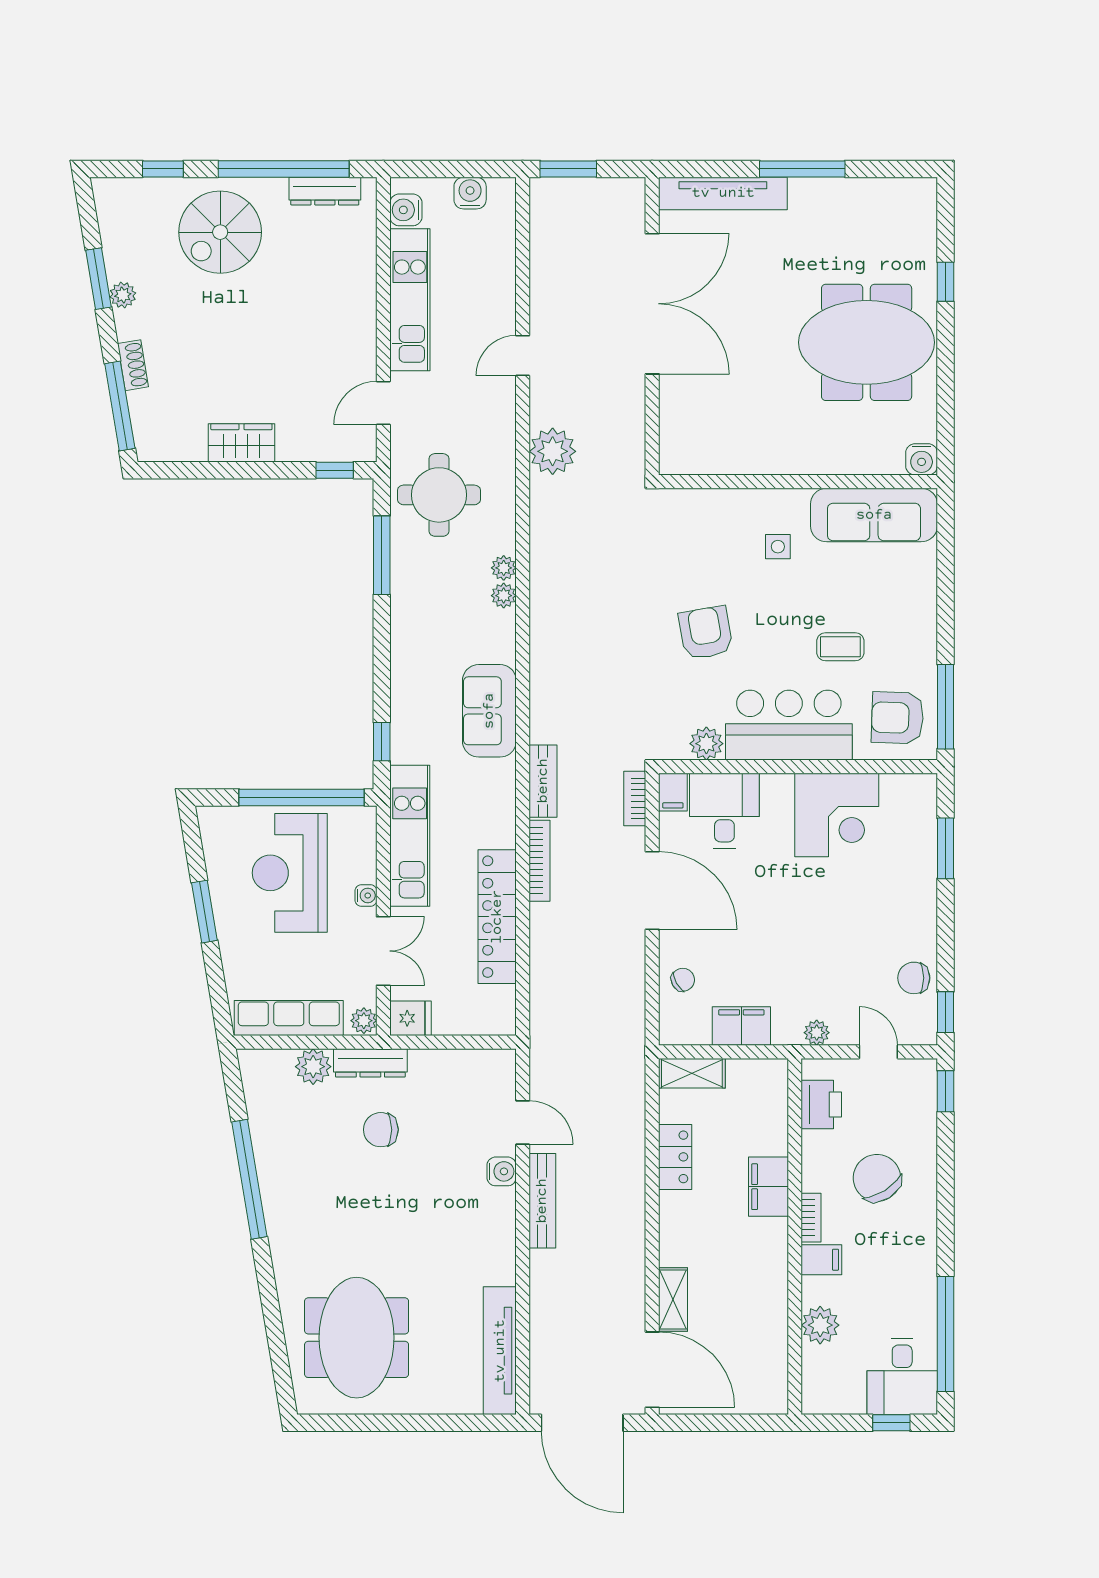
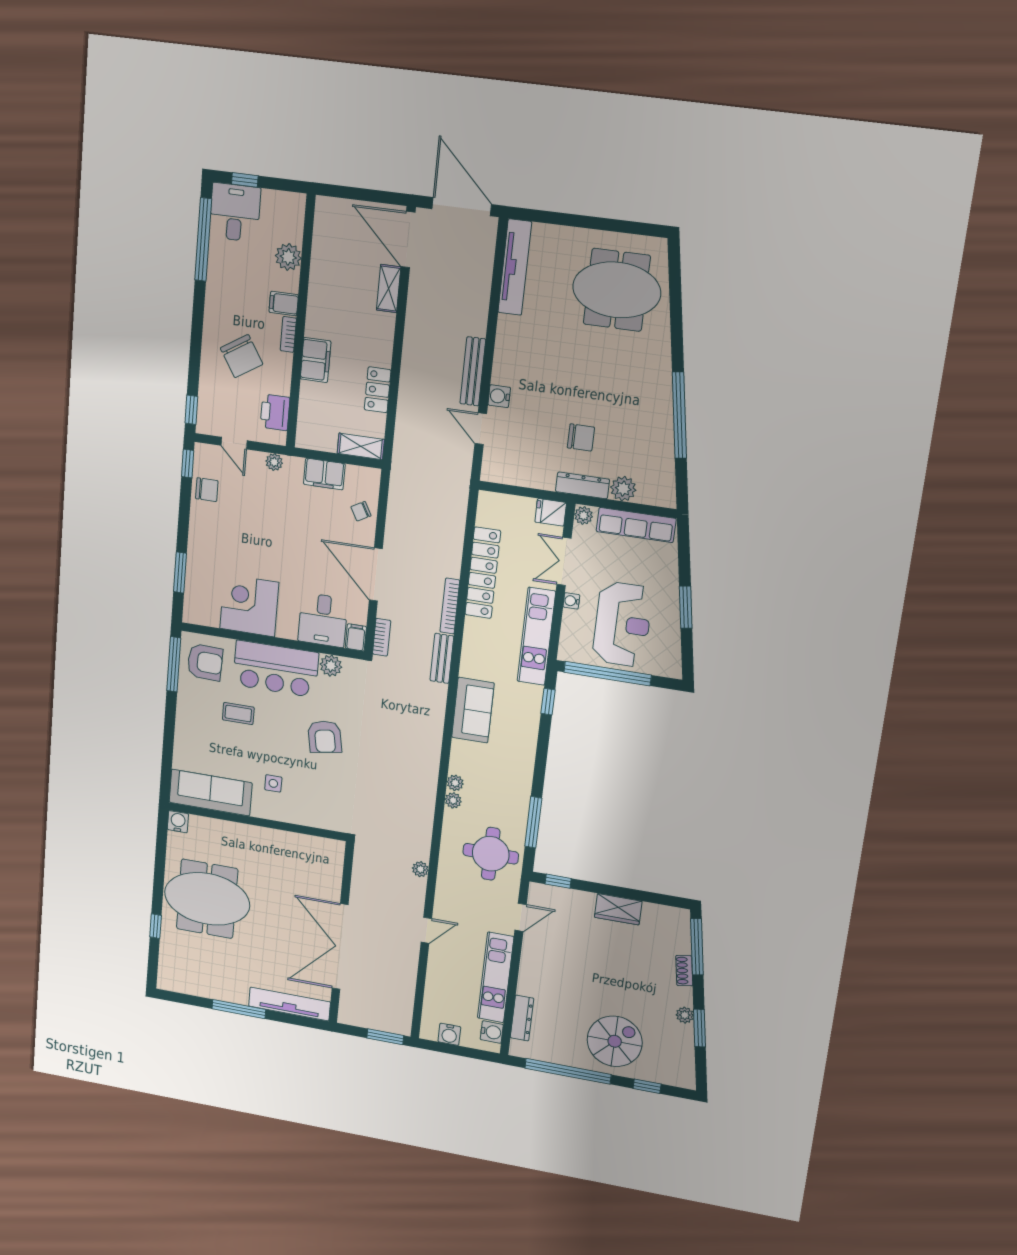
dresser: (325, 191) -> (522, 1018), moved, turned 90
plant: (553, 451) -> (420, 869), width x0.53, depth x0.53
meeting table: (357, 1338) -> (617, 290), turned 90

